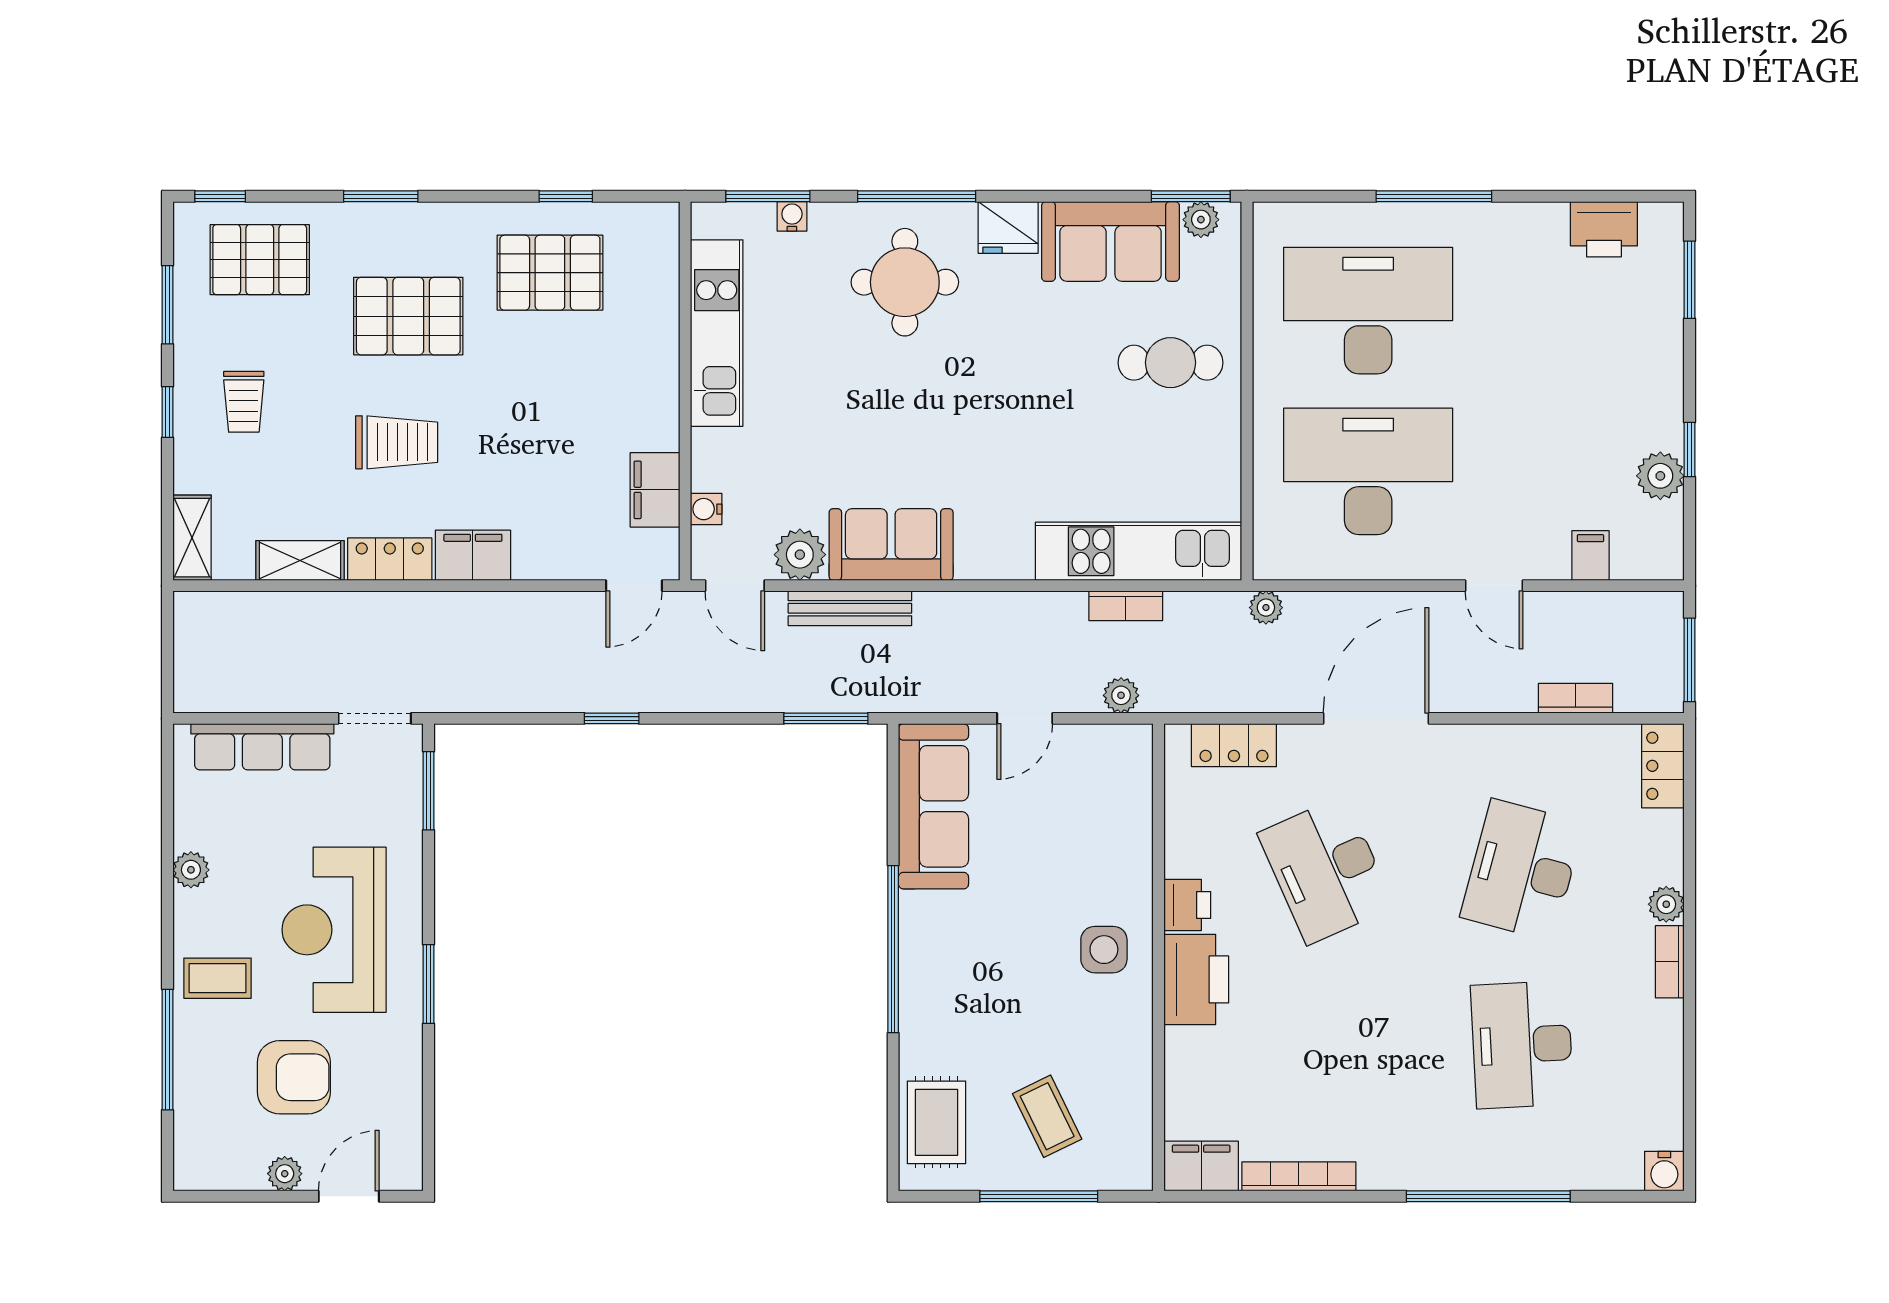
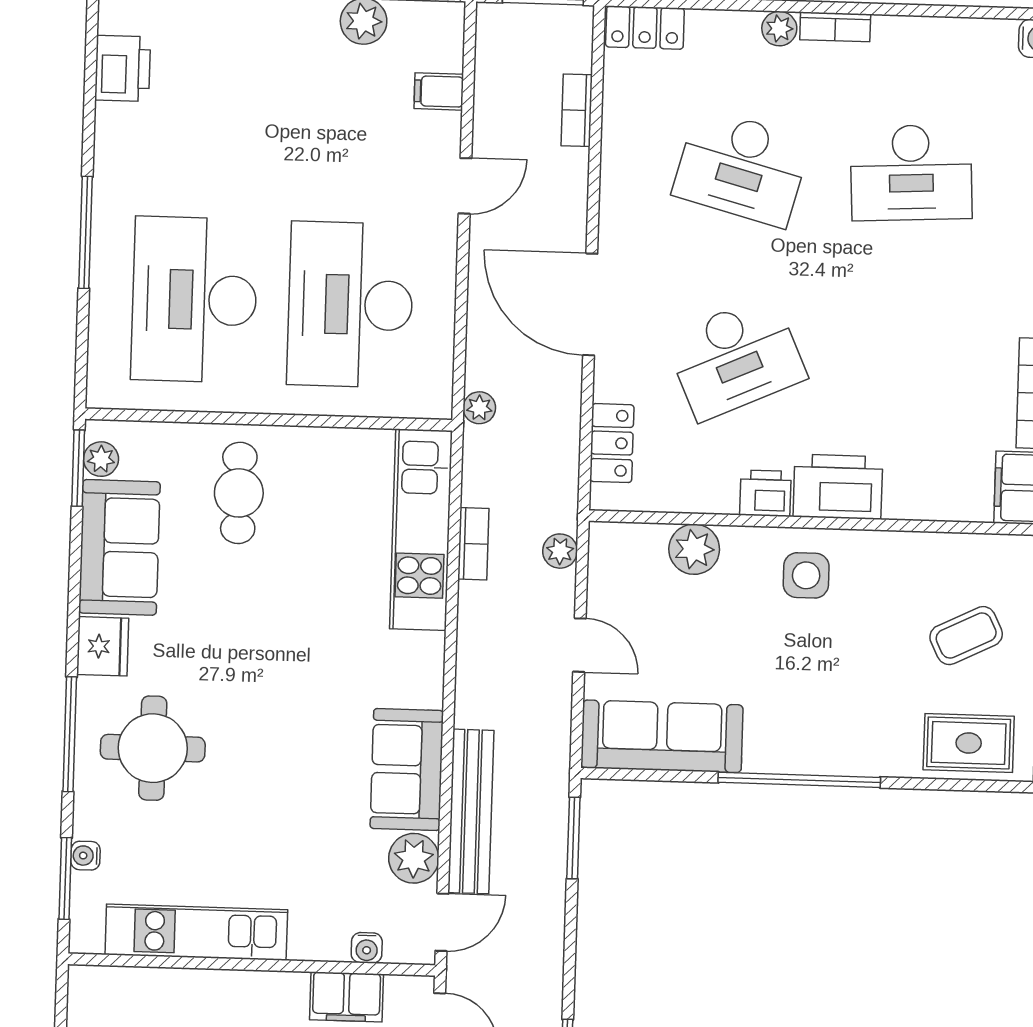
bench: (850, 608) -> (471, 811), width x1.37, depth x1.21
plant: (1127, 833) -> (694, 549), added

